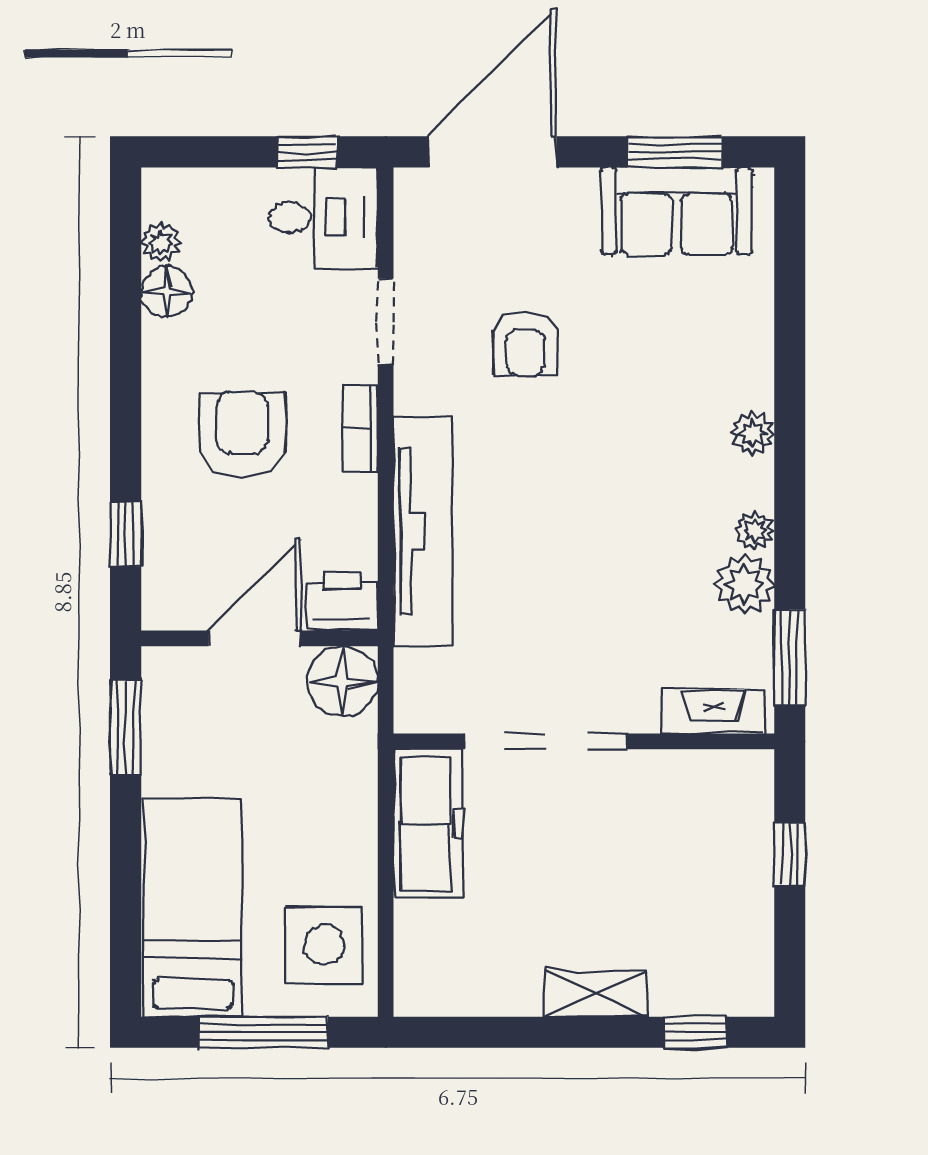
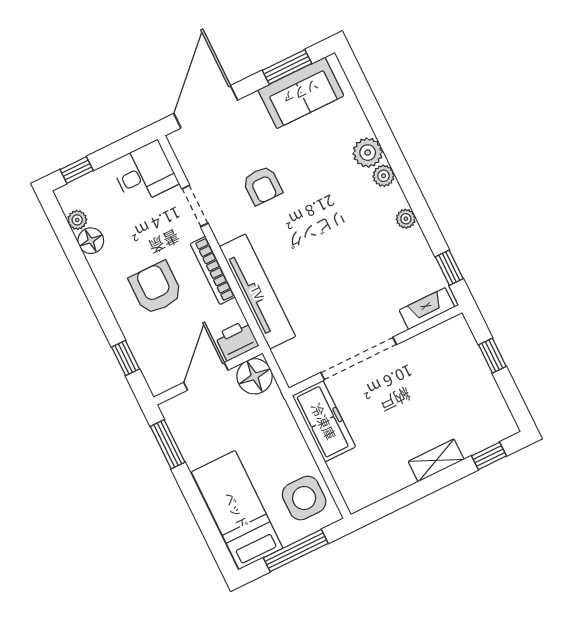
window: (307, 152) -> (77, 170), moved
bookcase: (360, 429) -> (213, 270), width x1.56
plant: (744, 585) -> (368, 153), moved
window: (790, 658) -> (449, 268), width x0.67

